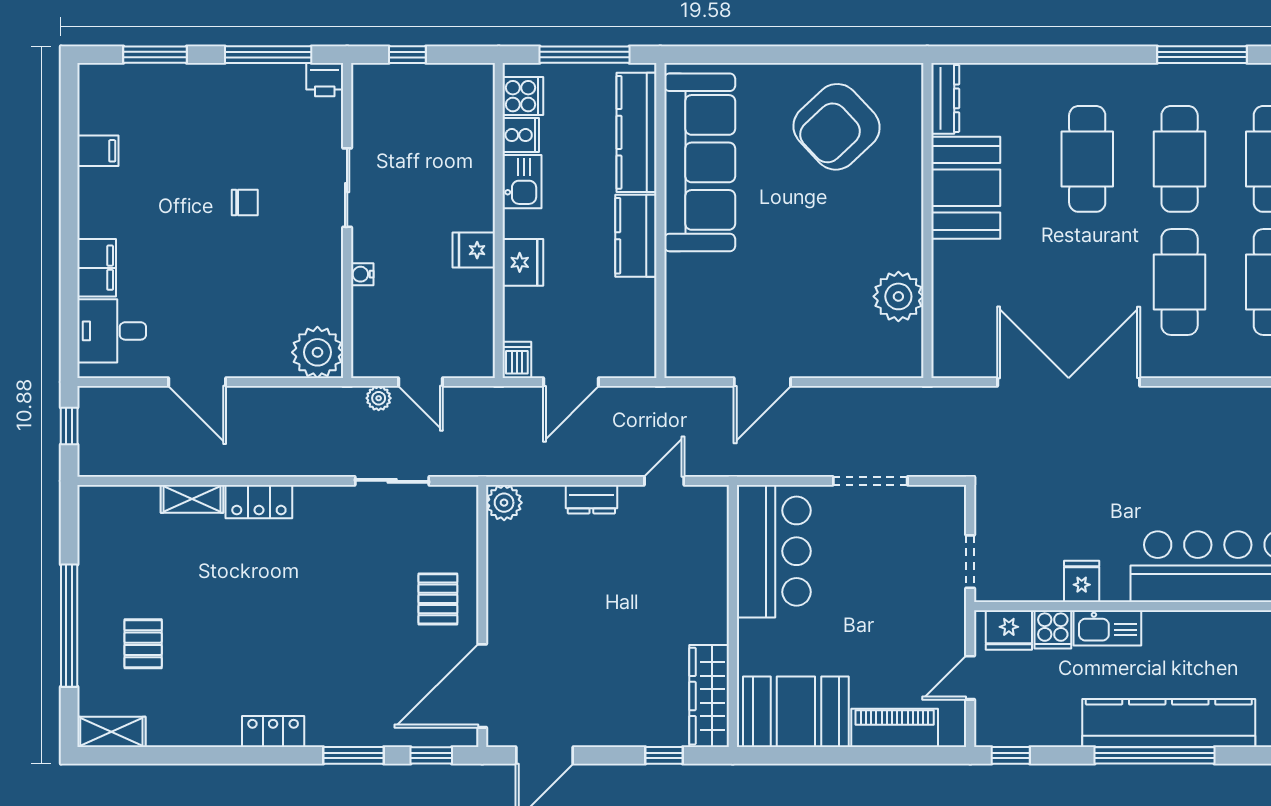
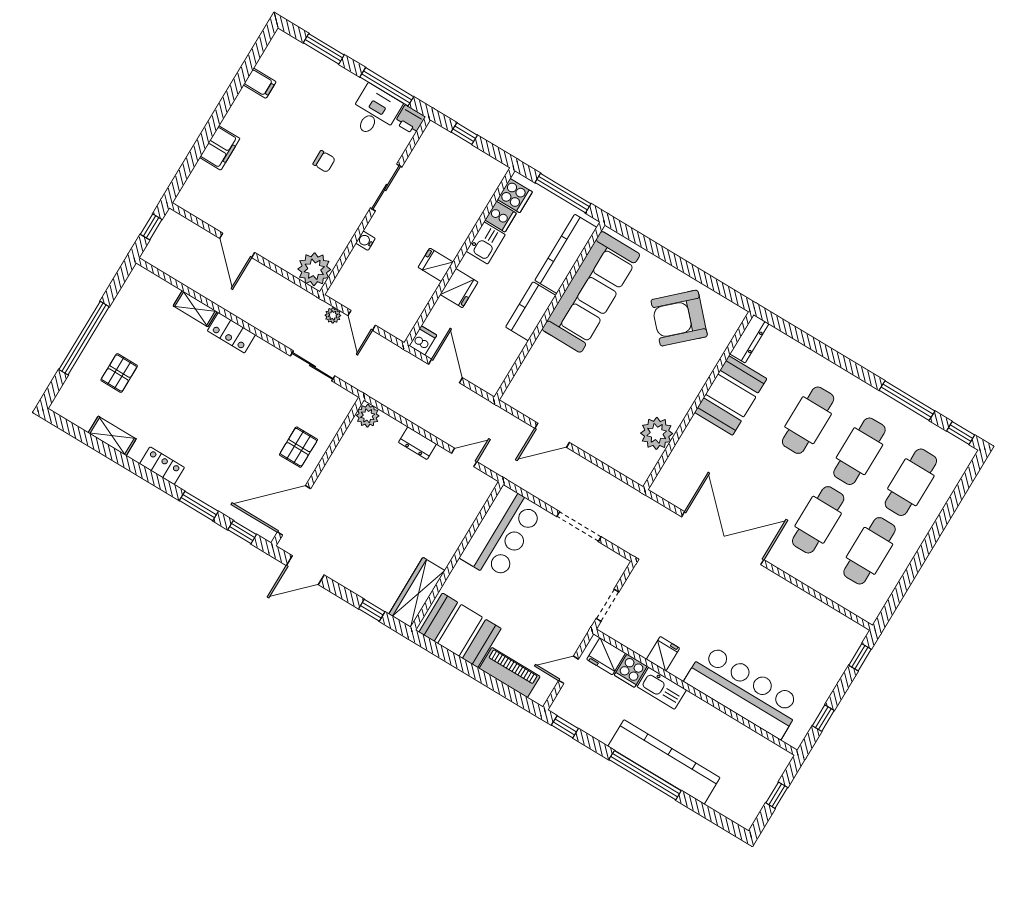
desk: (112, 331) -> (375, 112), moved, turned 90
door: (571, 382) -> (446, 371), swing flipped
shelving: (111, 732) -> (112, 436), moved

